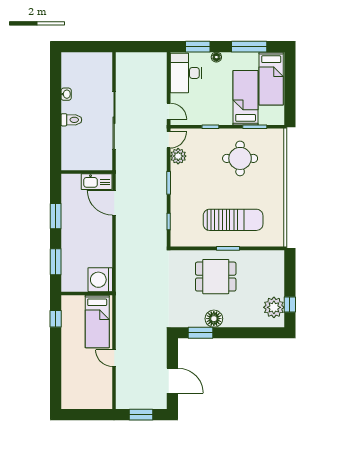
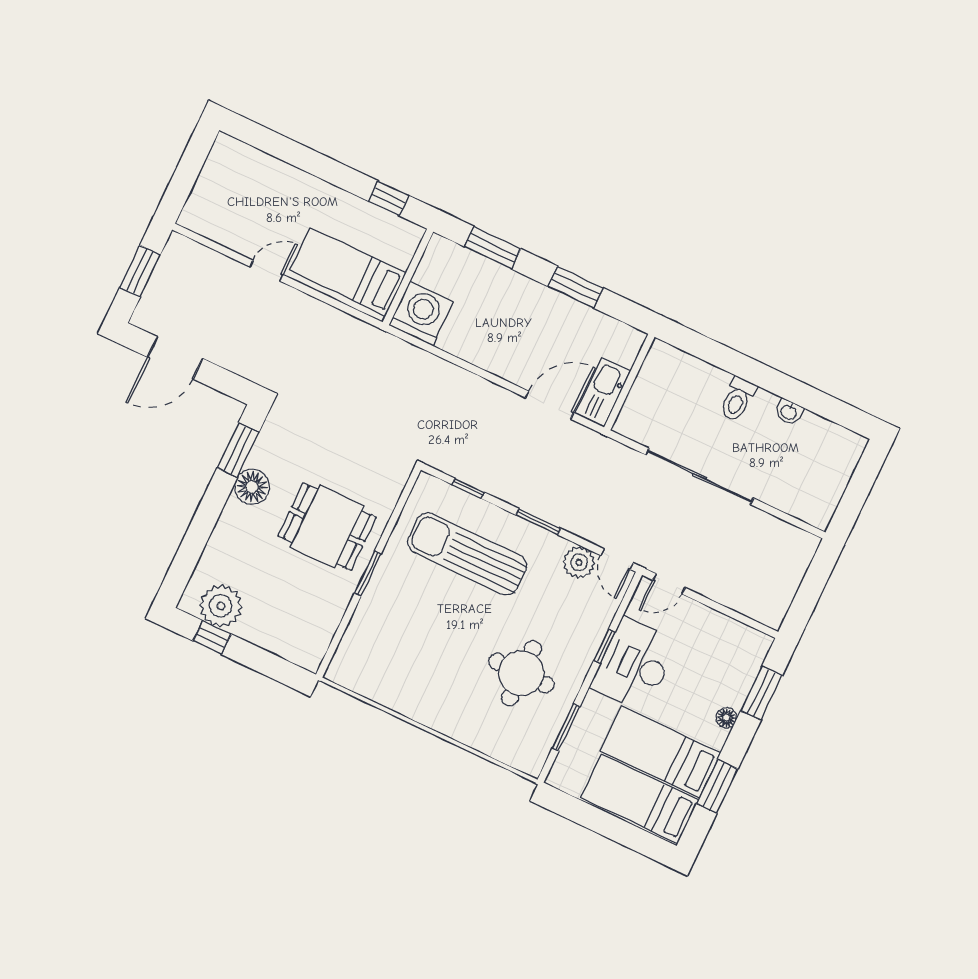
window: (249, 47) -> (717, 786), width x0.69
desk: (186, 73) -> (634, 665), moved, turned -90
bed: (246, 98) -> (660, 752), moved, turned 180
sun lounger: (233, 220) -> (467, 554), moved, turned 90
dining table: (216, 277) -> (327, 527), turned 90

